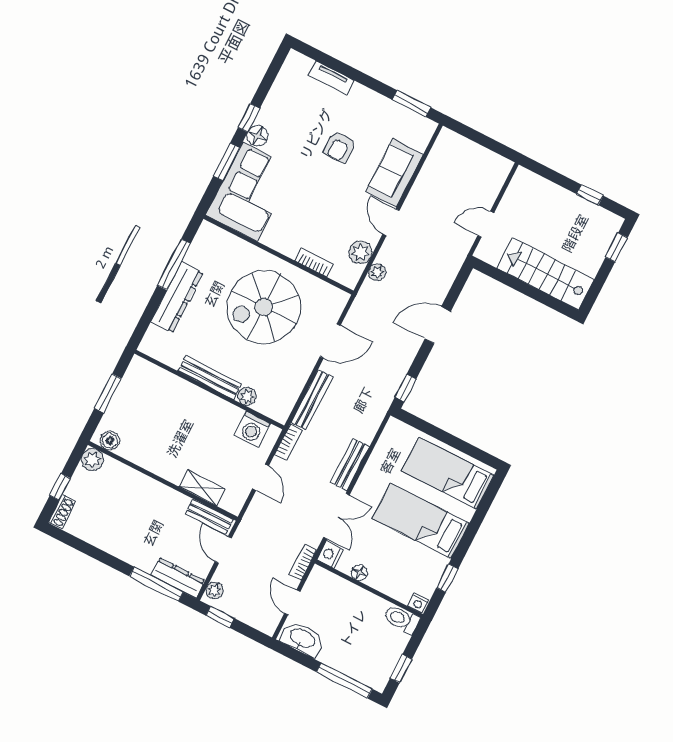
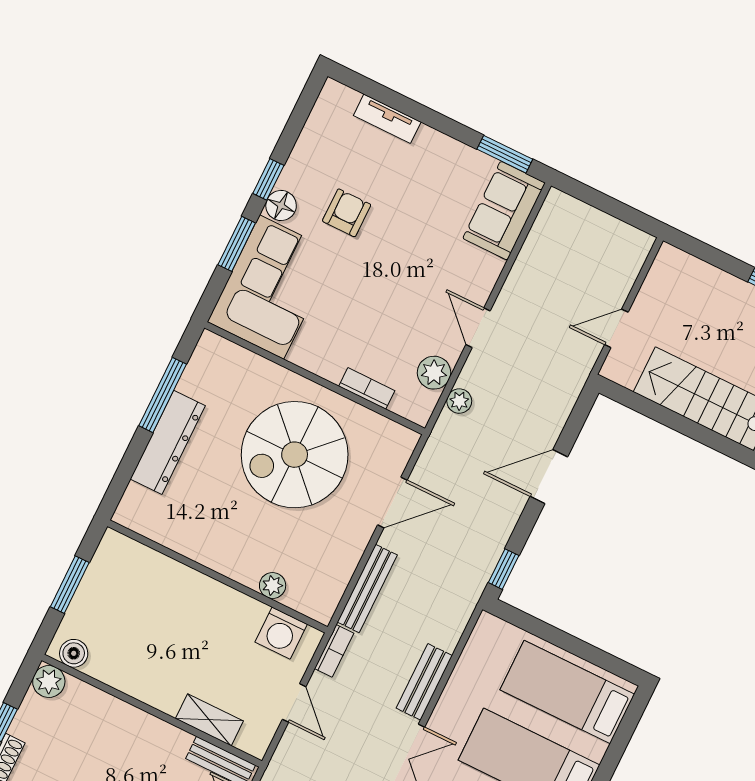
armchair: (339, 147) -> (347, 213), moved, turned 180
sofa: (394, 173) -> (504, 211), moved
bench: (210, 378) -> (218, 559), removed

